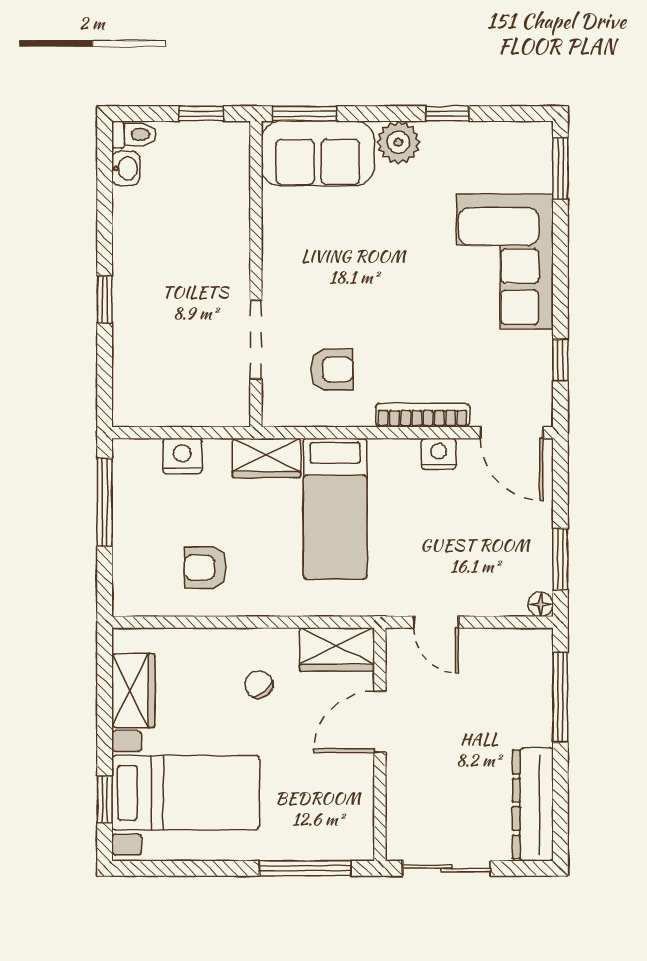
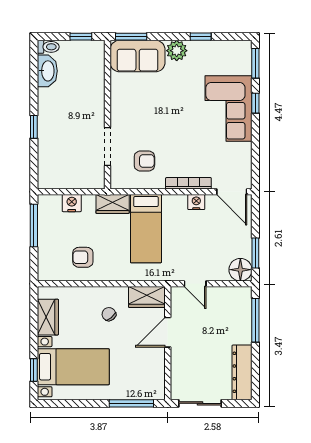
washbasin: (126, 168) -> (47, 71), width x1.91, depth x1.45
window: (560, 360) -> (255, 103), moved
floor lamp: (541, 604) -> (240, 270), width x1.89, depth x1.89

